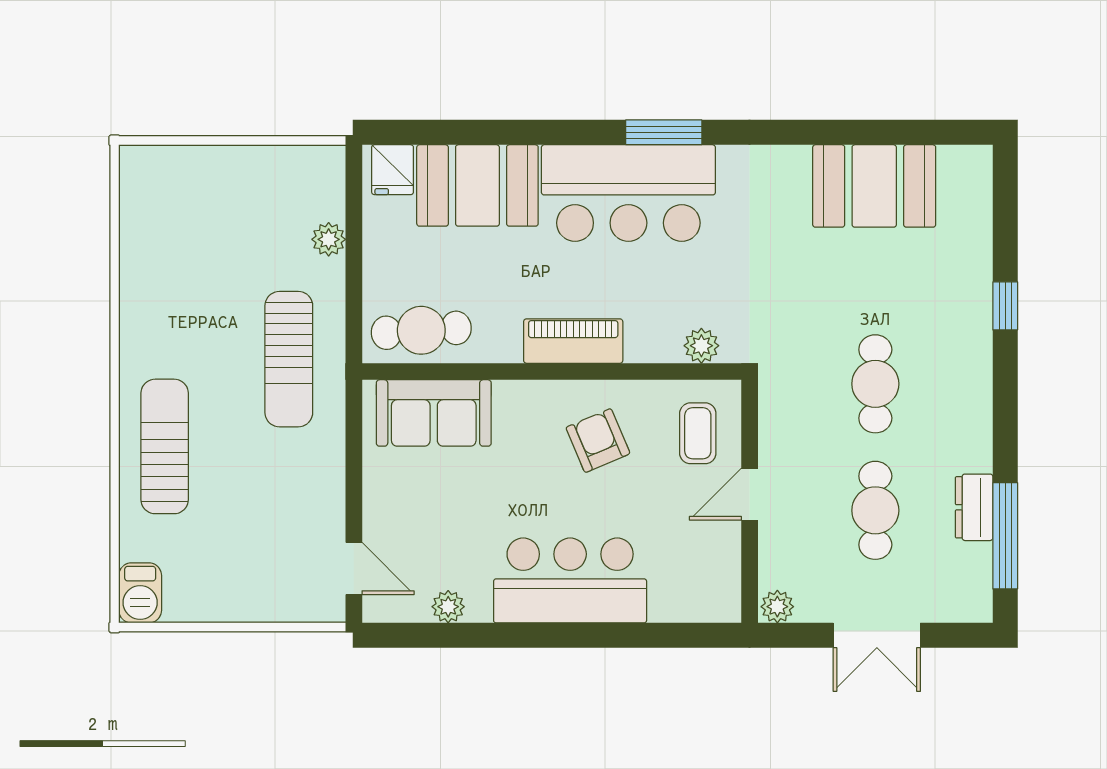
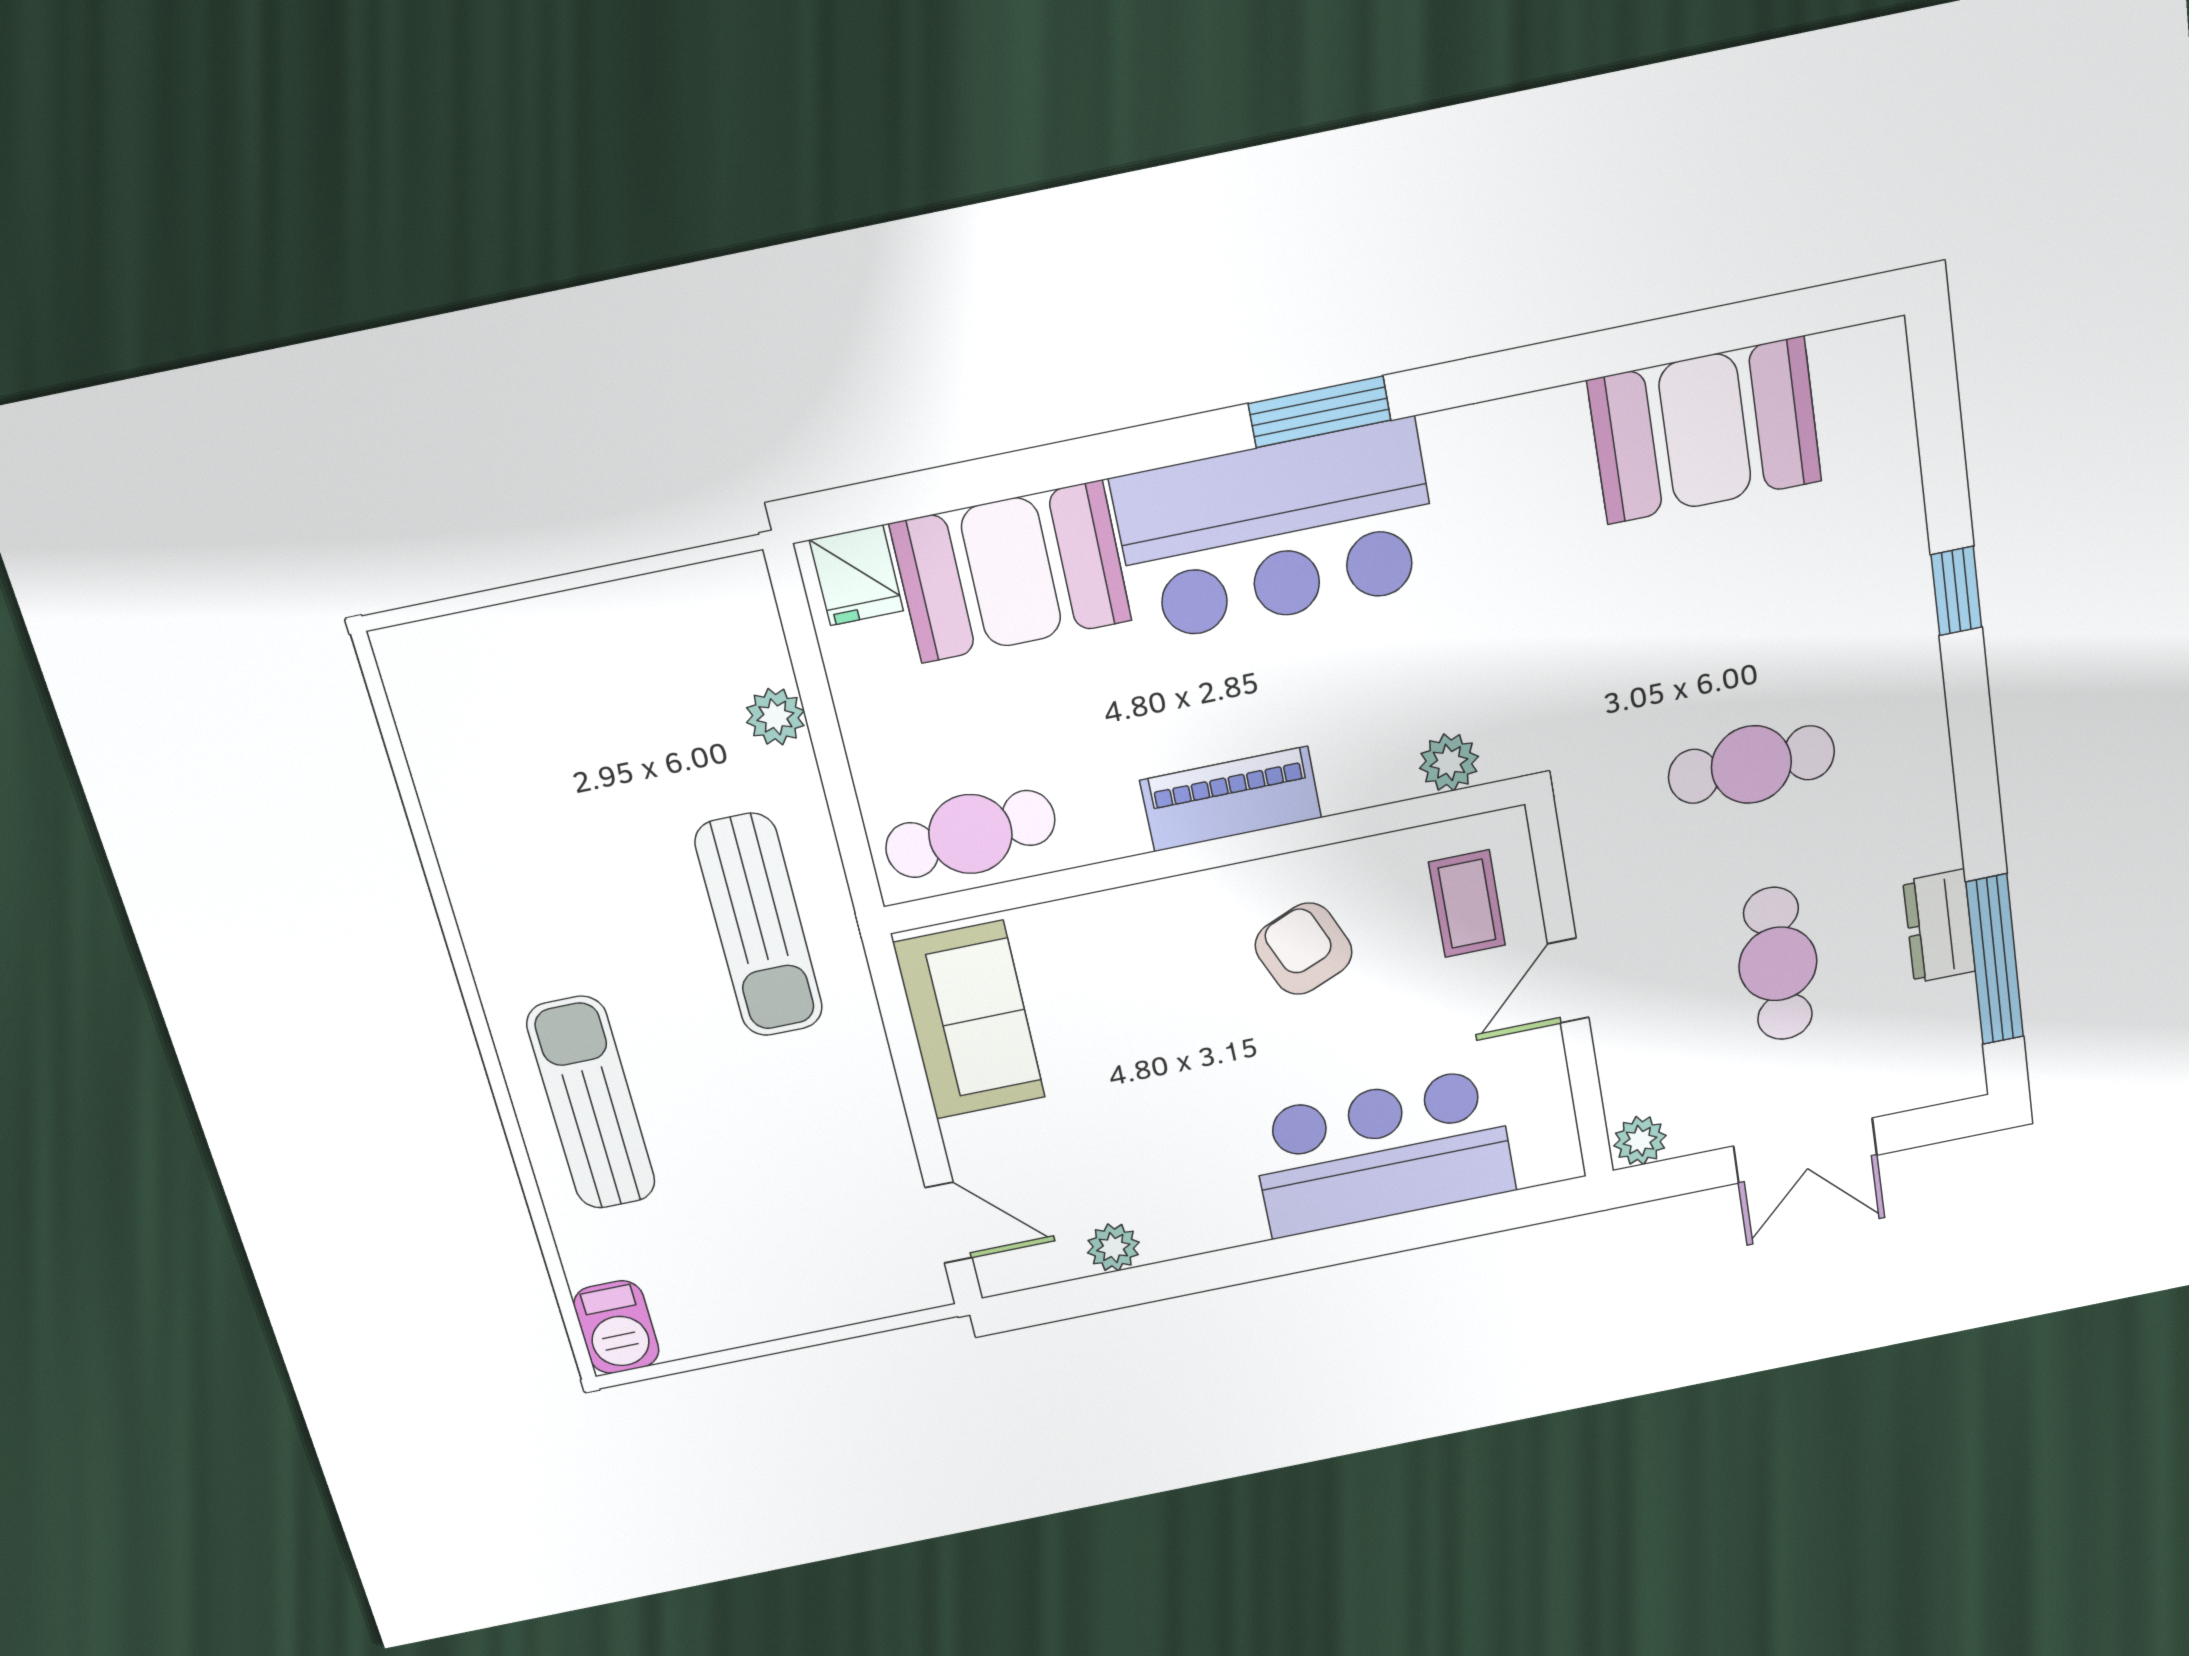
cafe table: (875, 384) -> (1751, 765), turned 90
sofa: (434, 413) -> (969, 1020), moved, turned -90
bar counter: (570, 580) -> (1383, 1153), moved

